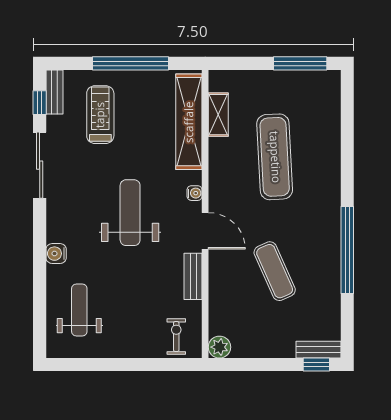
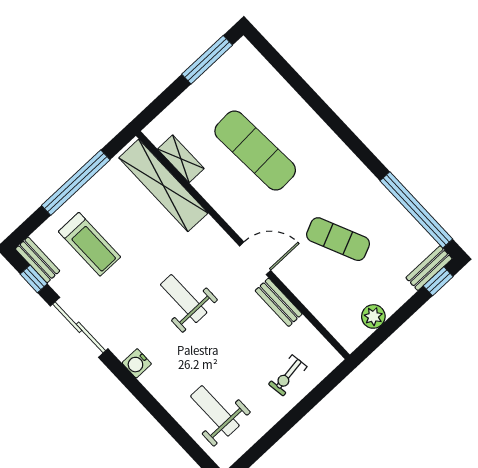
treadmill: (100, 115) -> (89, 244), turned 180
water cooler: (195, 193) -> (219, 237), removed
weight bench: (130, 213) -> (184, 299), width x0.73, depth x0.75
window: (347, 250) -> (416, 210), moved
water cooler: (56, 254) -> (137, 363), moved
exercise bike: (176, 337) -> (288, 375), moved, turned -98
plant: (219, 347) -> (373, 316), moved

